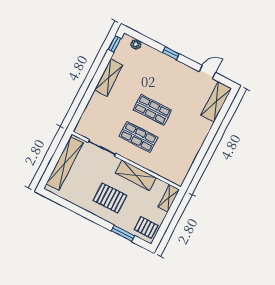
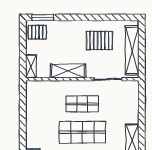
shop shelf: (152, 110) -> (82, 132), width x1.43, depth x1.36
pallet: (110, 198) -> (99, 41), moved
window: (123, 233) -> (43, 17), moved

